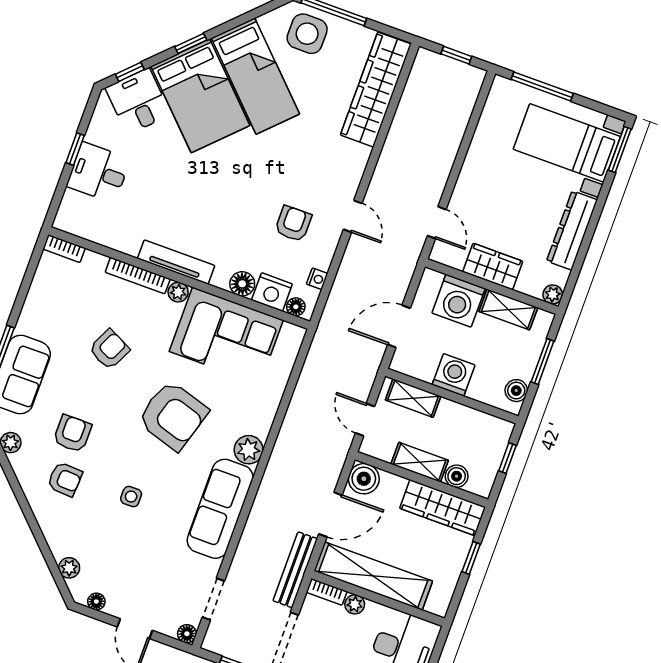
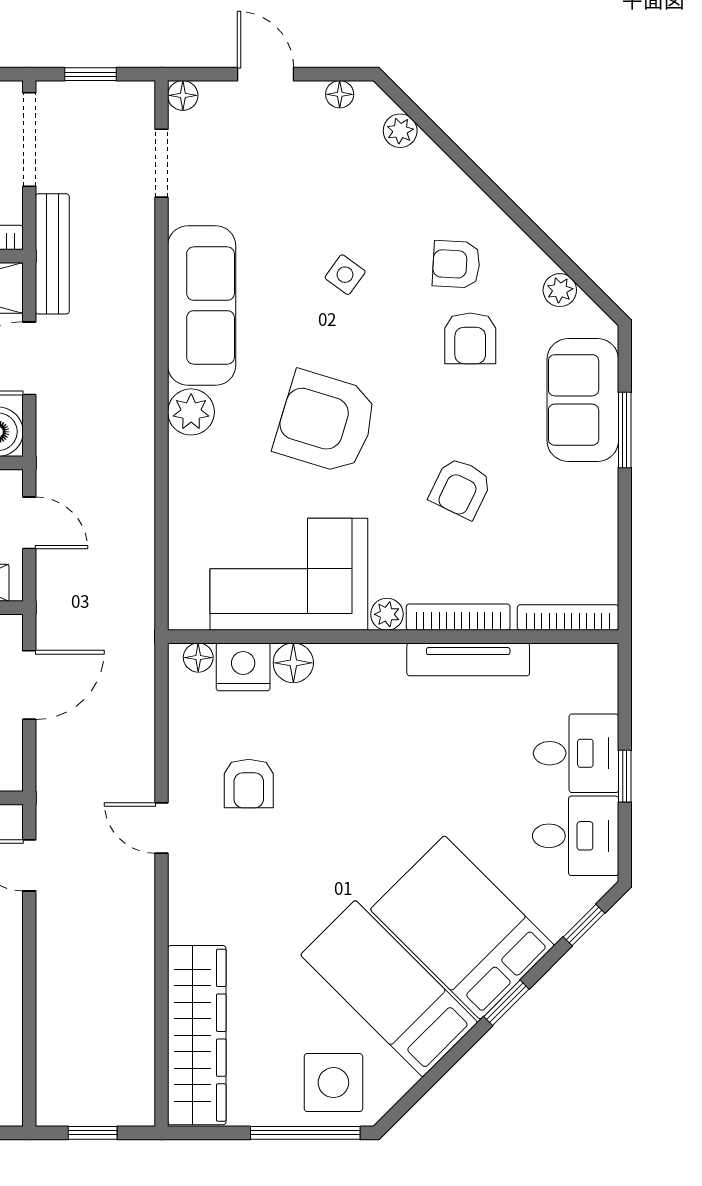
desk: (138, 101) -> (576, 836), moved, turned -45
bookcase: (64, 249) -> (568, 617), width x1.56
tv unit: (176, 262) -> (468, 659), moved
nightstand: (317, 279) -> (181, 712), removed
side table: (131, 497) -> (345, 275), turned 36

